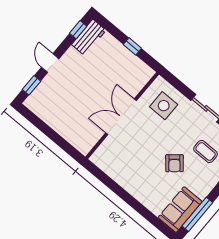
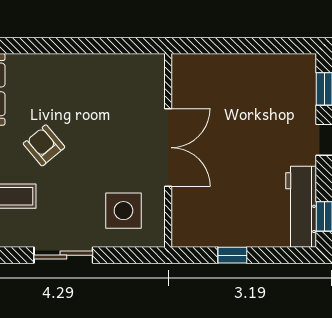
workbench: (89, 37) -> (301, 207), width x1.38

